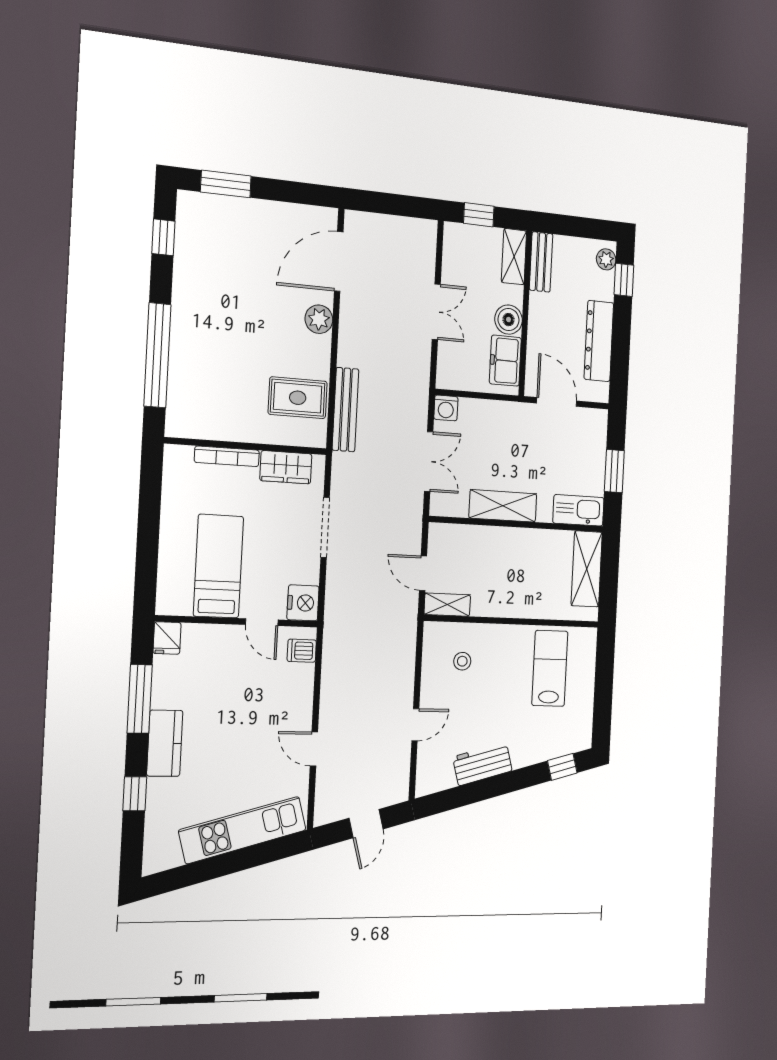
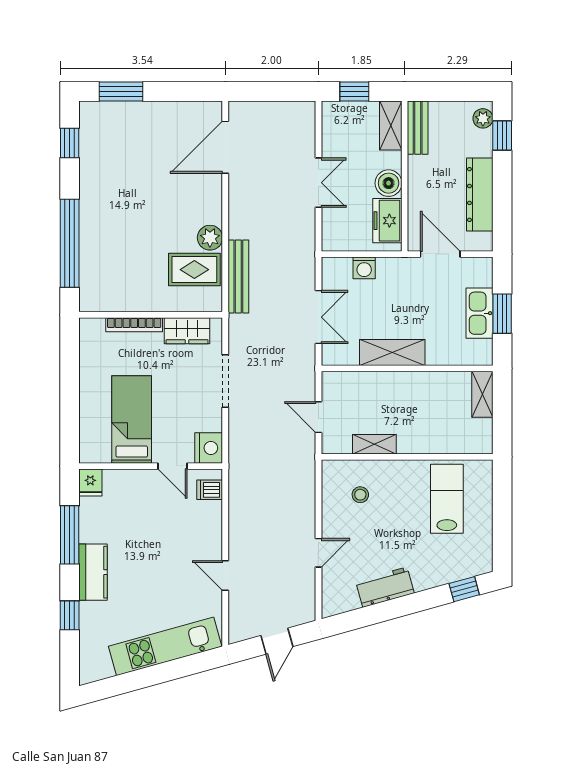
plant: (319, 319) -> (210, 238), moved
washing machine: (446, 408) -> (364, 268), moved
kitchen sink: (578, 510) -> (479, 313), moved, turned -90
shelving: (587, 569) -> (482, 394), width x0.67, depth x0.75
shelving: (447, 605) -> (374, 444), moved

